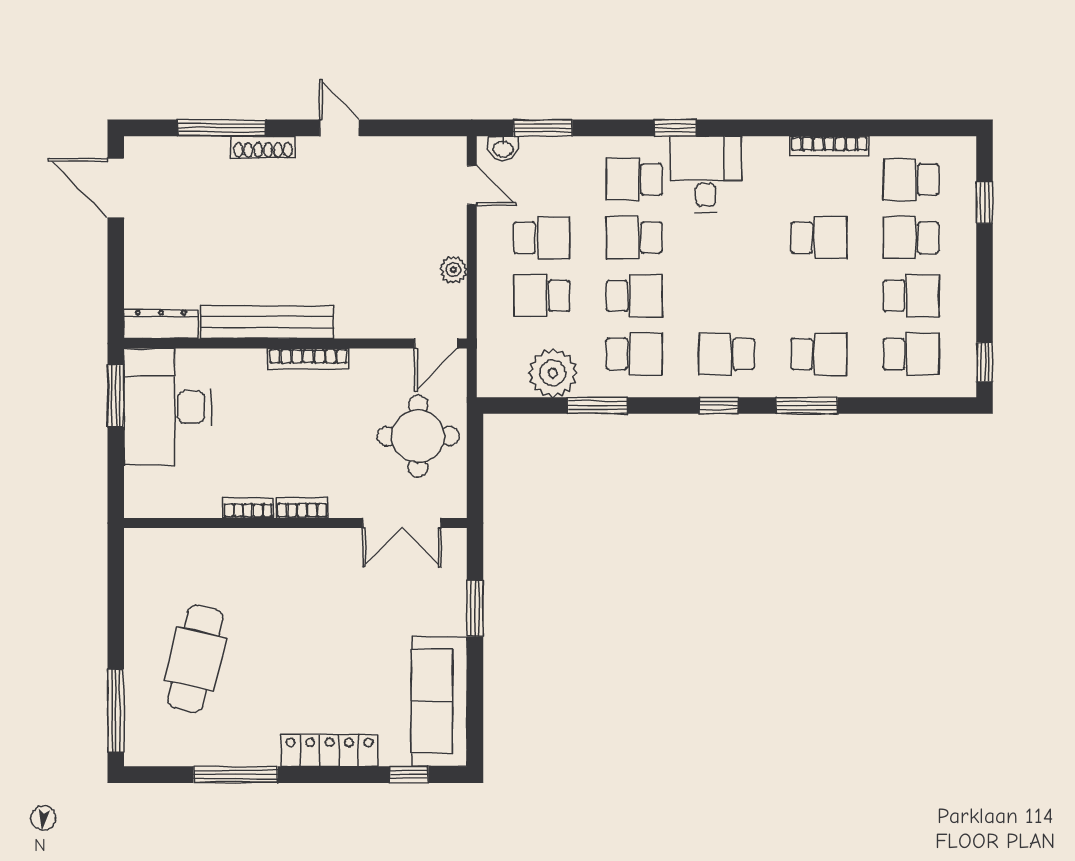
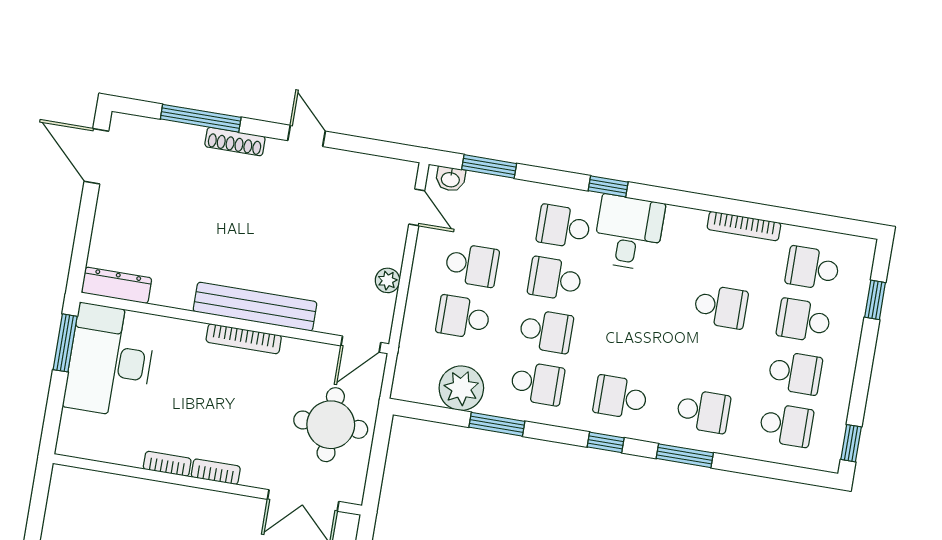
bench: (267, 322) -> (255, 307), moved

